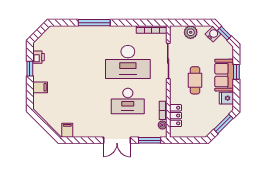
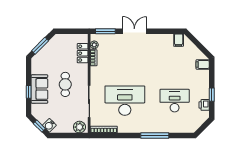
plant: (191, 32) -> (79, 127), moved
filing cabinet: (40, 87) -> (203, 64), moved
fridge: (226, 98) -> (37, 69), removed
desk: (128, 101) -> (175, 101), moved

